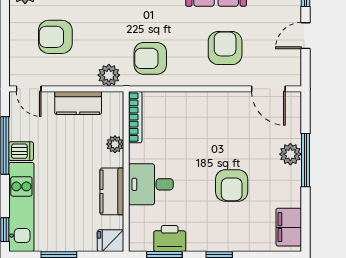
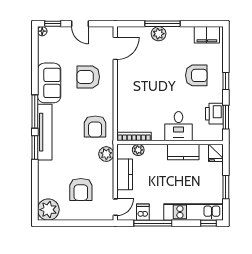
plant: (115, 144) -> (138, 150), moved
dishwasher: (21, 151) -> (143, 212), moved
armchair: (232, 186) -> (196, 75), moved

